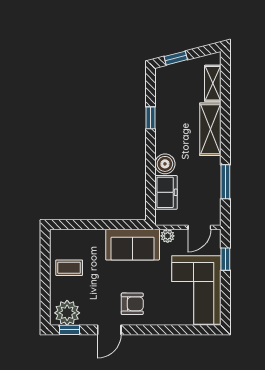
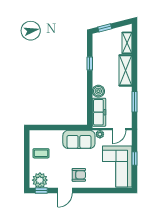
freezer: (166, 192) -> (99, 112), width x1.40
window: (225, 259) -> (135, 158), moved

